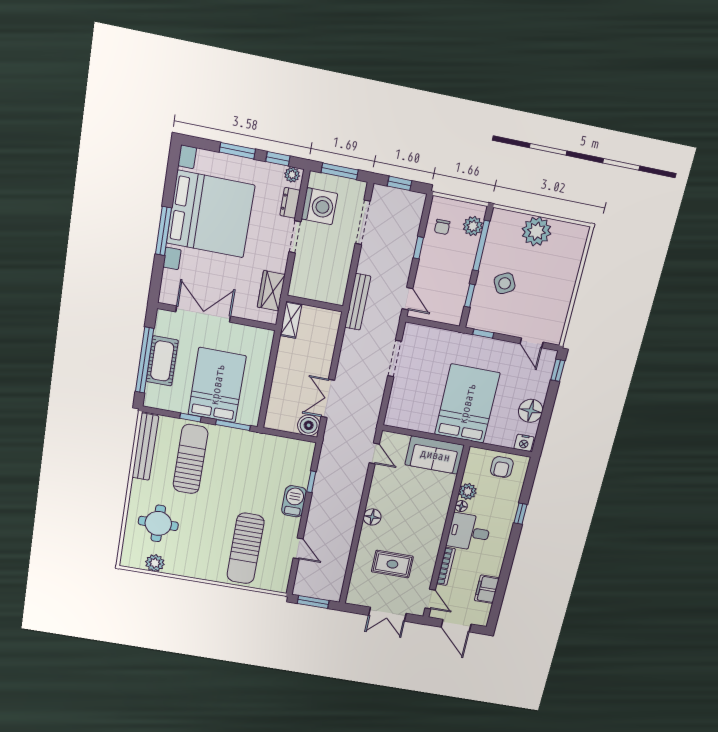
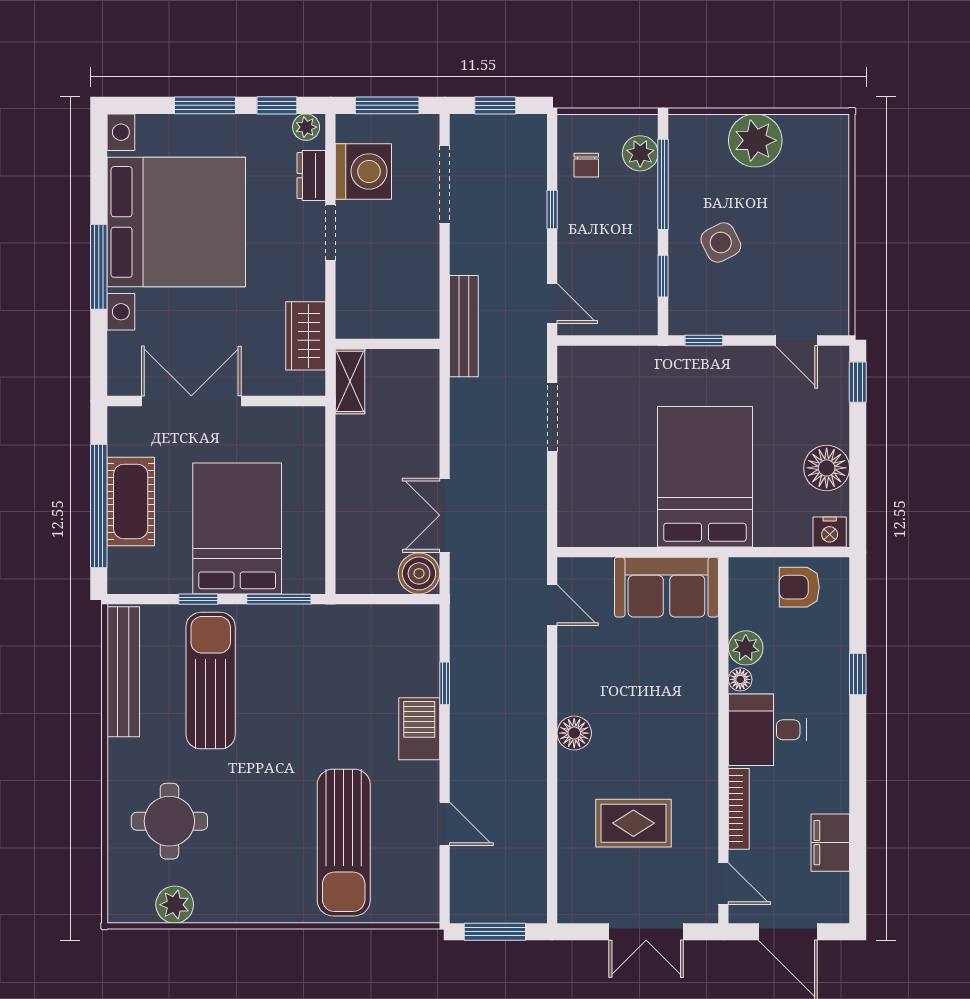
armchair: (502, 467) -> (799, 587), turned 90

